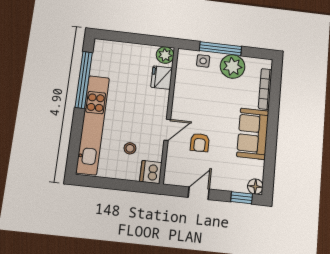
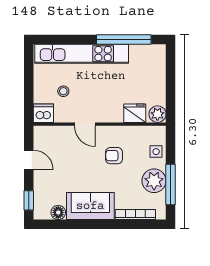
window: (220, 49) -> (171, 185), moved
armchair: (200, 143) -> (114, 156), moved
floor lamp: (255, 187) -> (58, 212), moved

